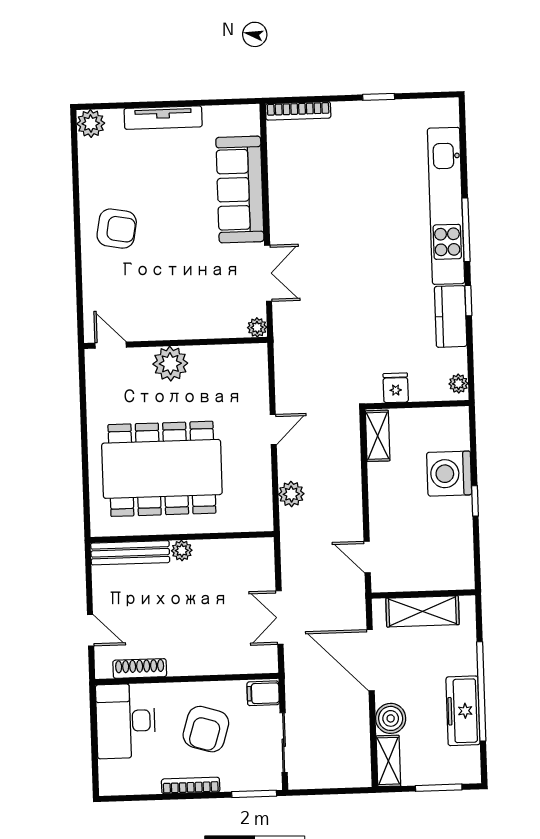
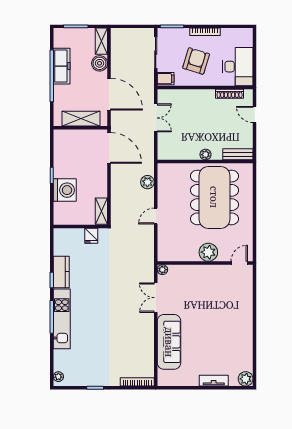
tv unit: (163, 118) -> (214, 381), width x0.71
kitchen unit: (446, 206) -> (62, 319), width x0.73
armchair: (117, 229) -> (234, 324), removed
door: (111, 345) -> (239, 263), swing flipped
plant: (458, 384) -> (58, 377), moved
dining table: (162, 469) -> (214, 197), turned 90
bench: (130, 553) -> (238, 154), width x0.73
door: (367, 557) -> (109, 148), width x1.88

